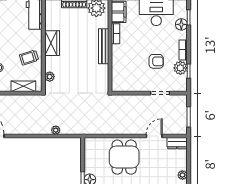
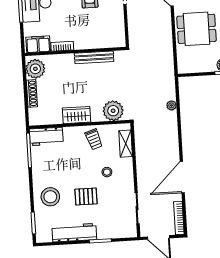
bench: (104, 46) -> (94, 57), moved
plant: (50, 77) -> (113, 111), width x1.88, depth x1.88

